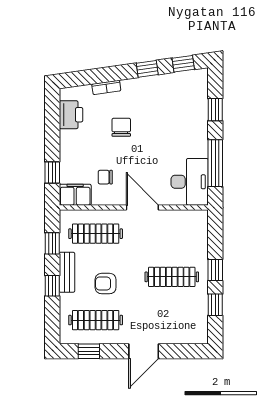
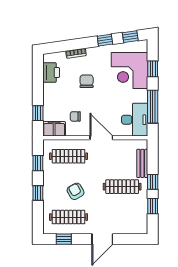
corner desk: (182, 112) -> (130, 70), added
bench: (67, 272) -> (142, 163), moved
armchair: (106, 284) -> (76, 191), turned 61

